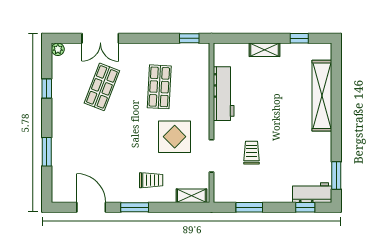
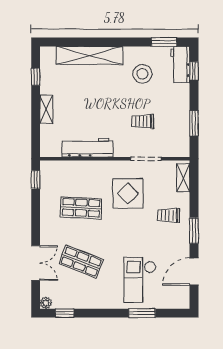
window: (47, 89) -> (65, 313), moved
checkout: (82, 150) -> (140, 280), added
stool: (302, 152) -> (142, 74), added
trolley: (151, 180) -> (169, 215), turned -90

